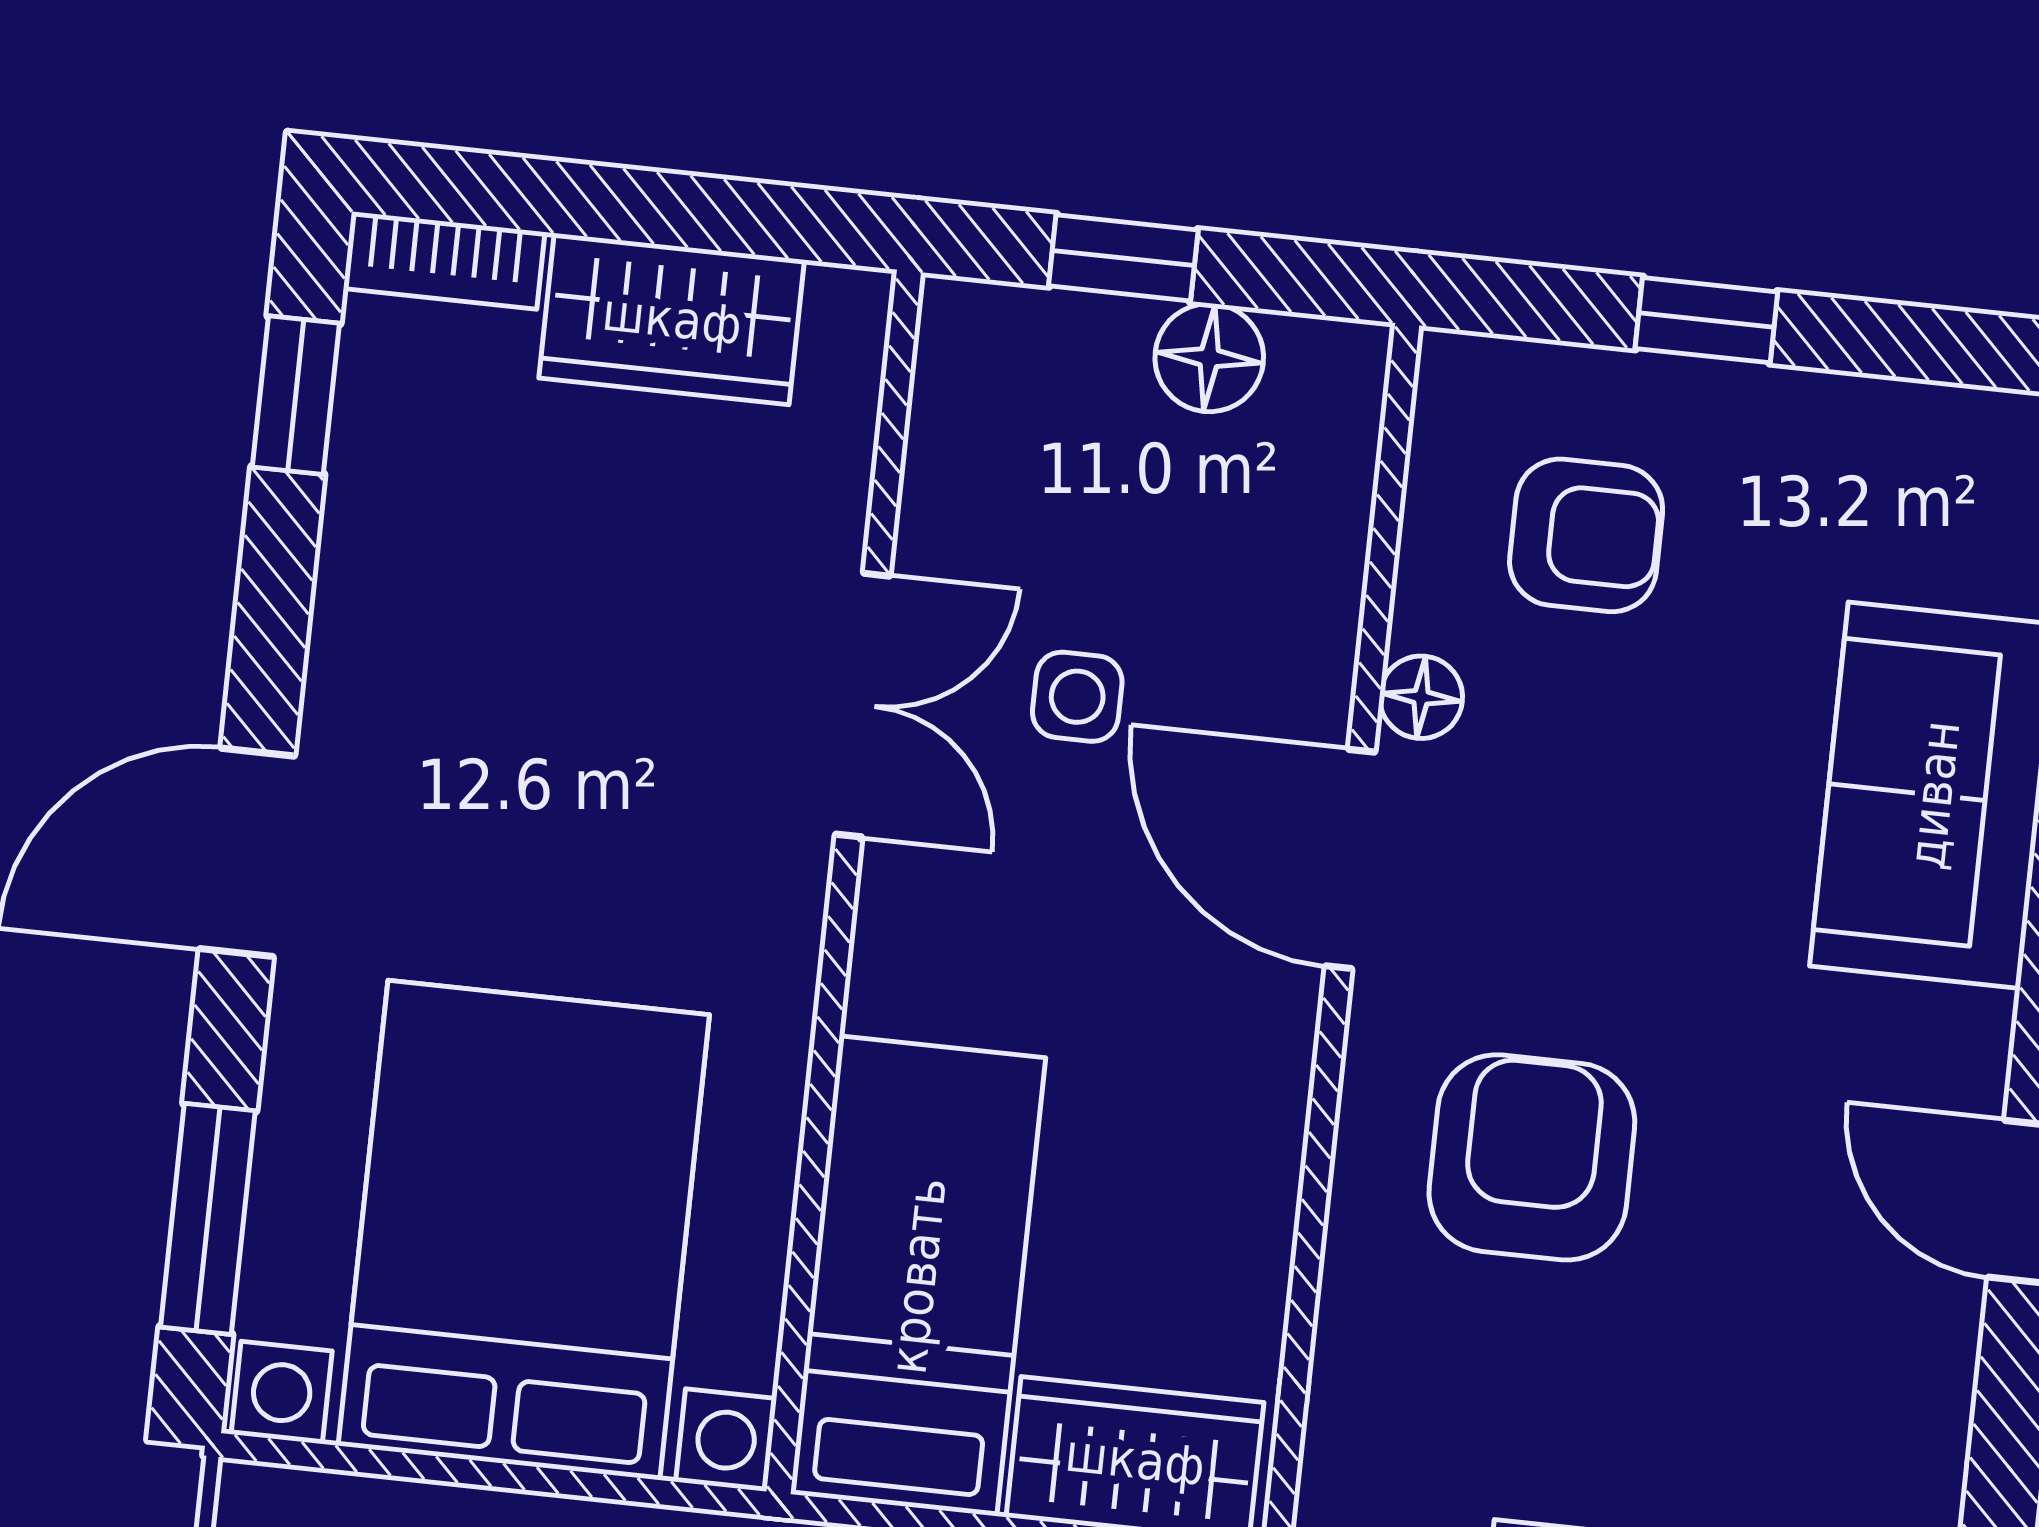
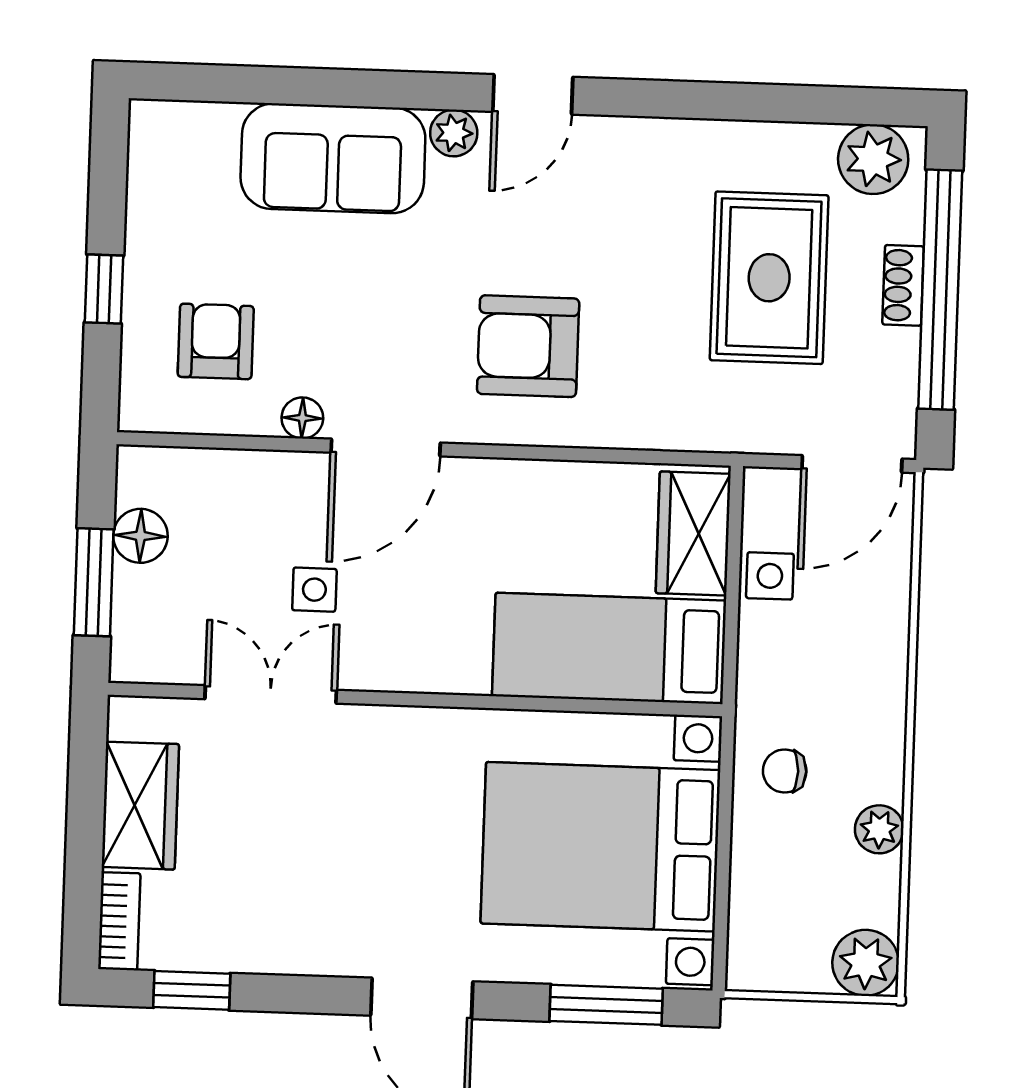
window: (1123, 258) -> (94, 582), width x1.50
double door: (863, 705) -> (271, 694), moved
plant: (1968, 1040) -> (454, 133), added

